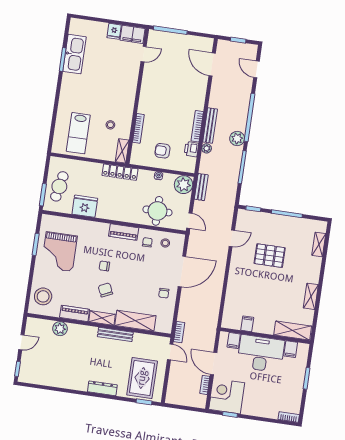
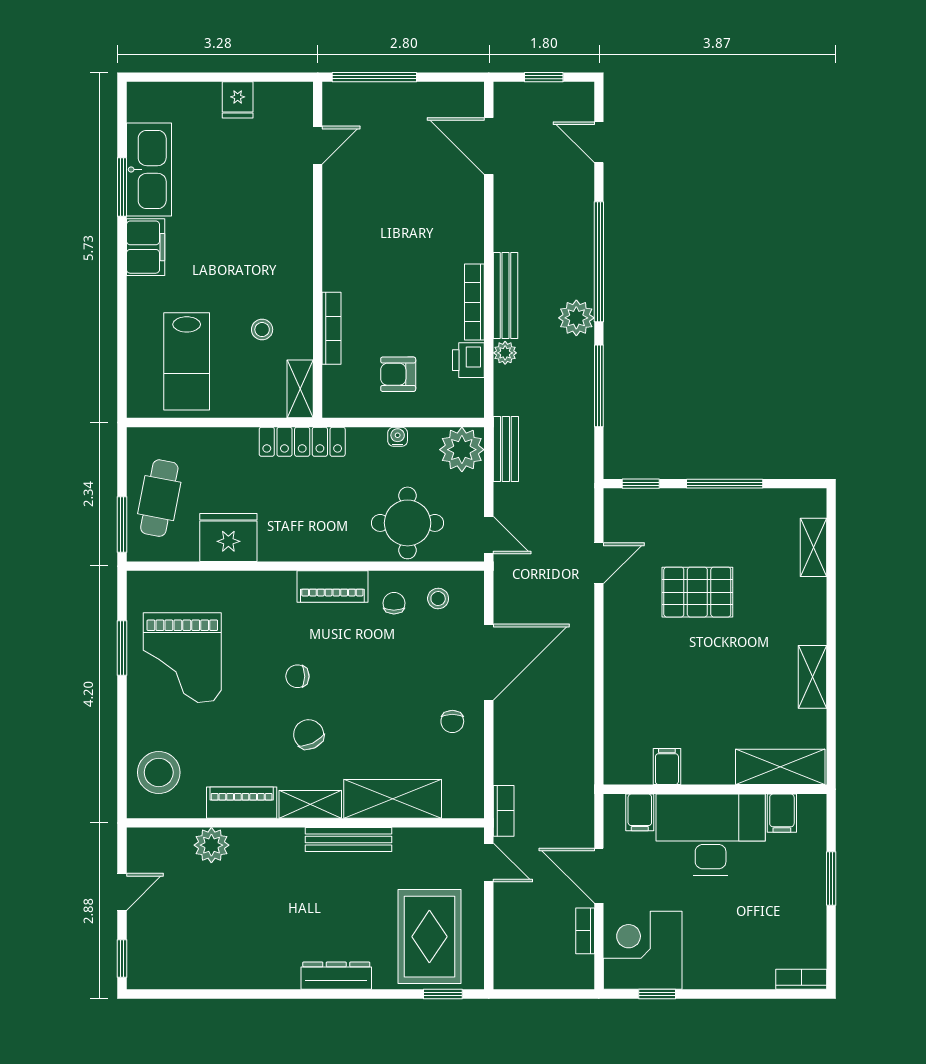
filing cabinet: (133, 34) -> (146, 247), moved, turned -90

